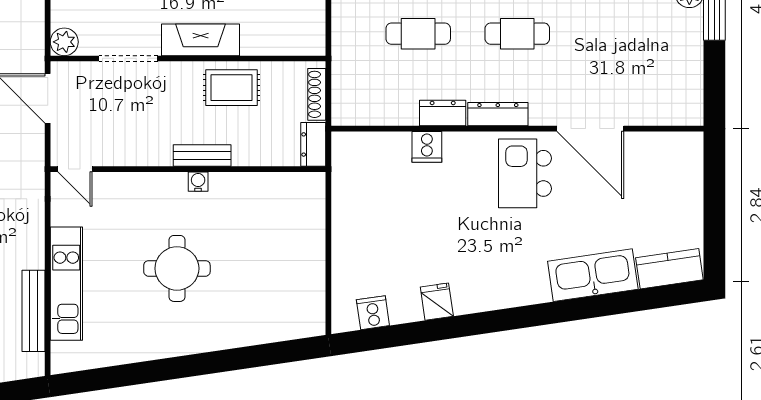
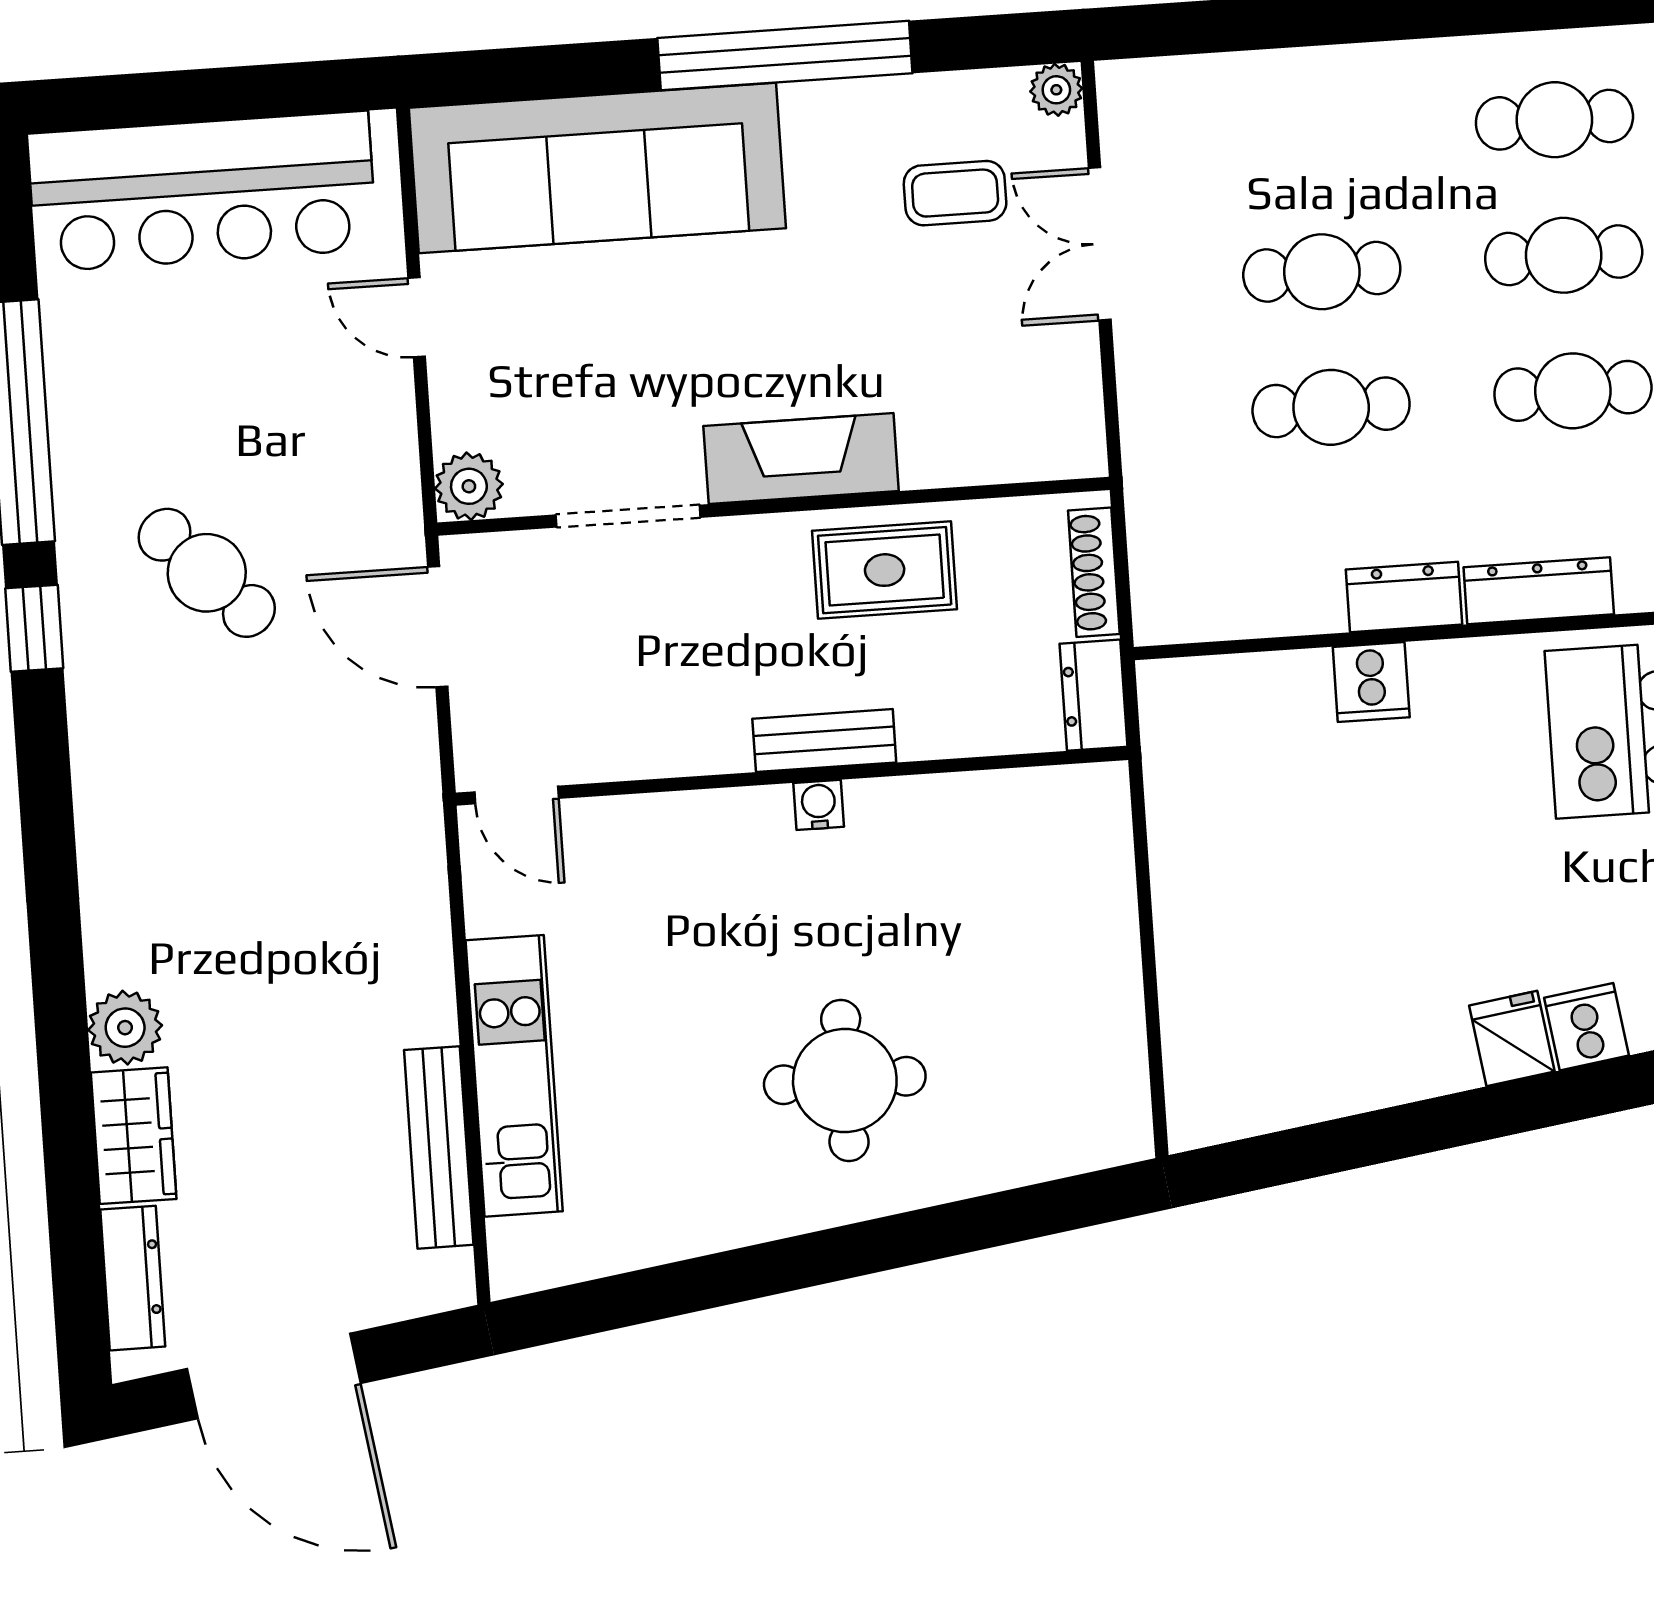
round table: (177, 268) -> (845, 1081), moved
fridge: (437, 302) -> (1512, 1038), moved
cooker: (373, 313) -> (1587, 1027), moved

